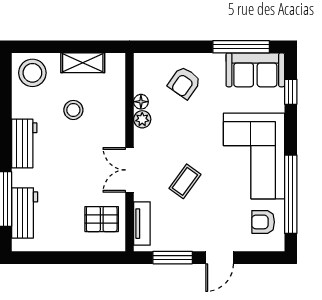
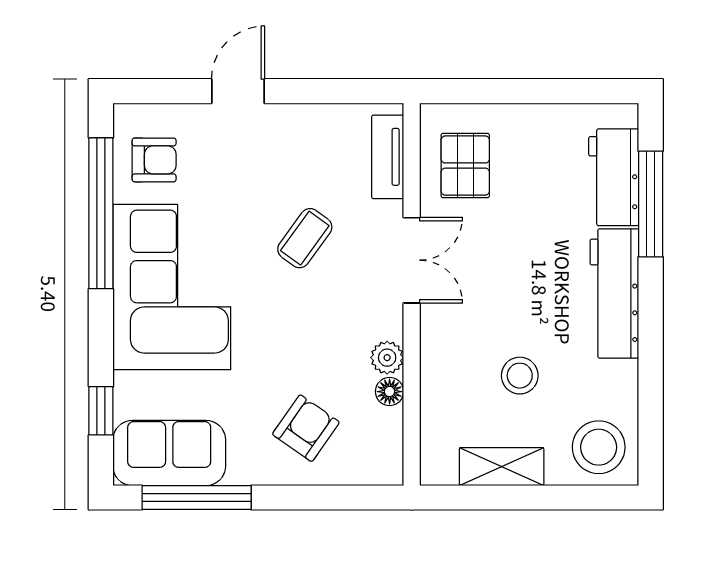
workbench: (24, 143) -> (614, 293), width x1.38
pallet: (102, 219) -> (465, 166), turned 90
window: (173, 258) -> (328, 91), removed

